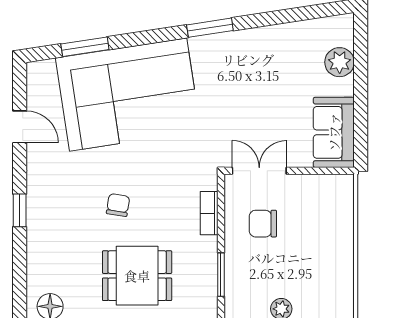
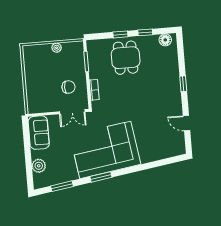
window: (85, 47) -> (62, 186), moved
corner sofa: (128, 95) -> (105, 150), moved
chair: (118, 205) -> (137, 90), removed
dining table: (137, 276) -> (126, 58), turned 90

